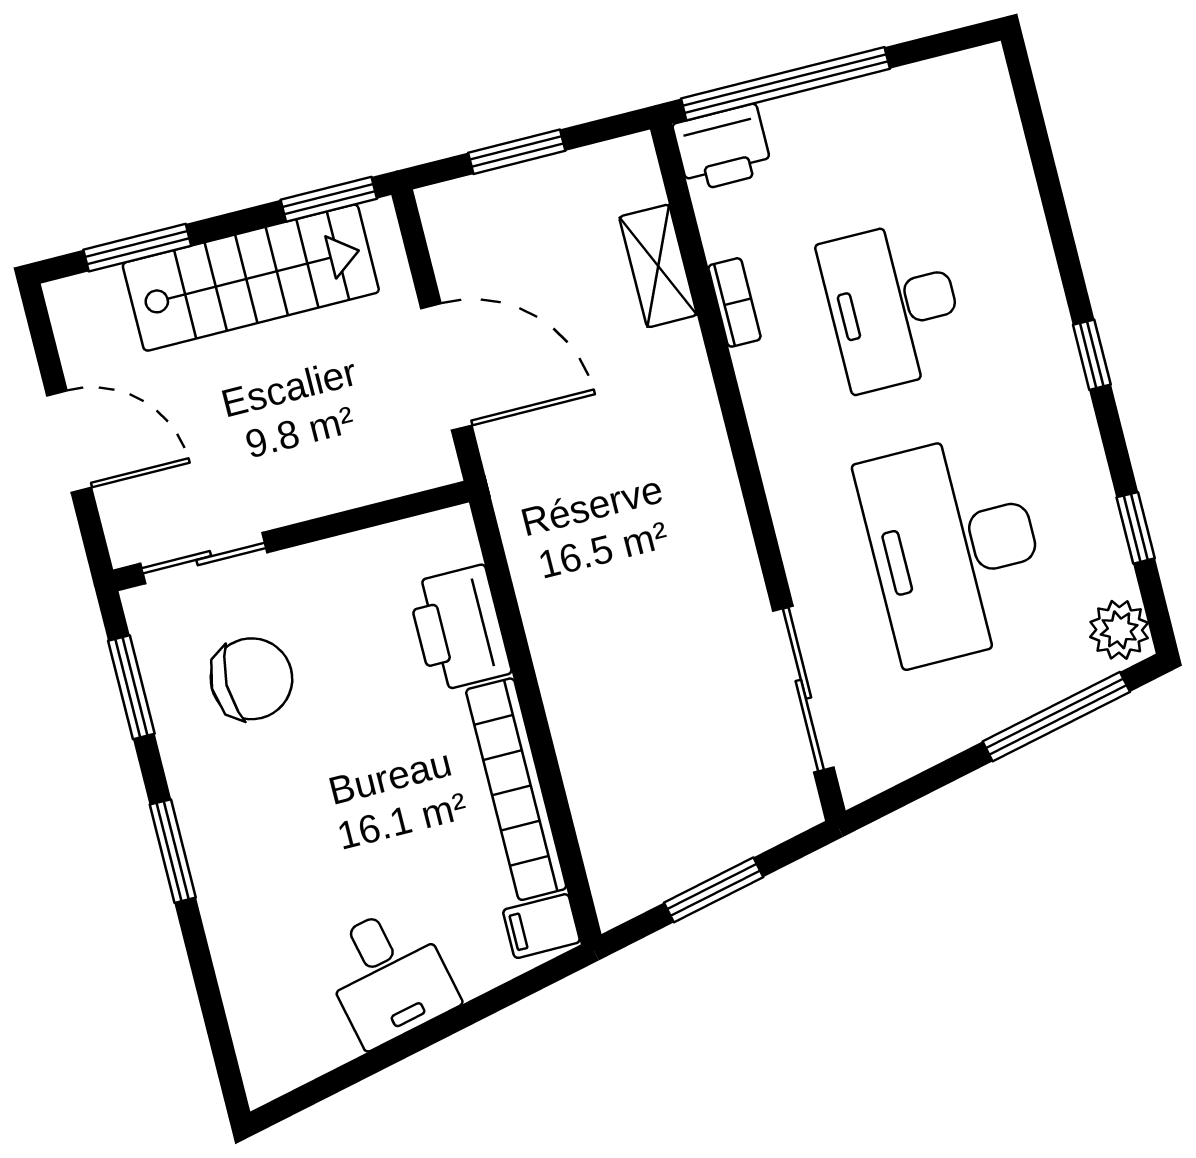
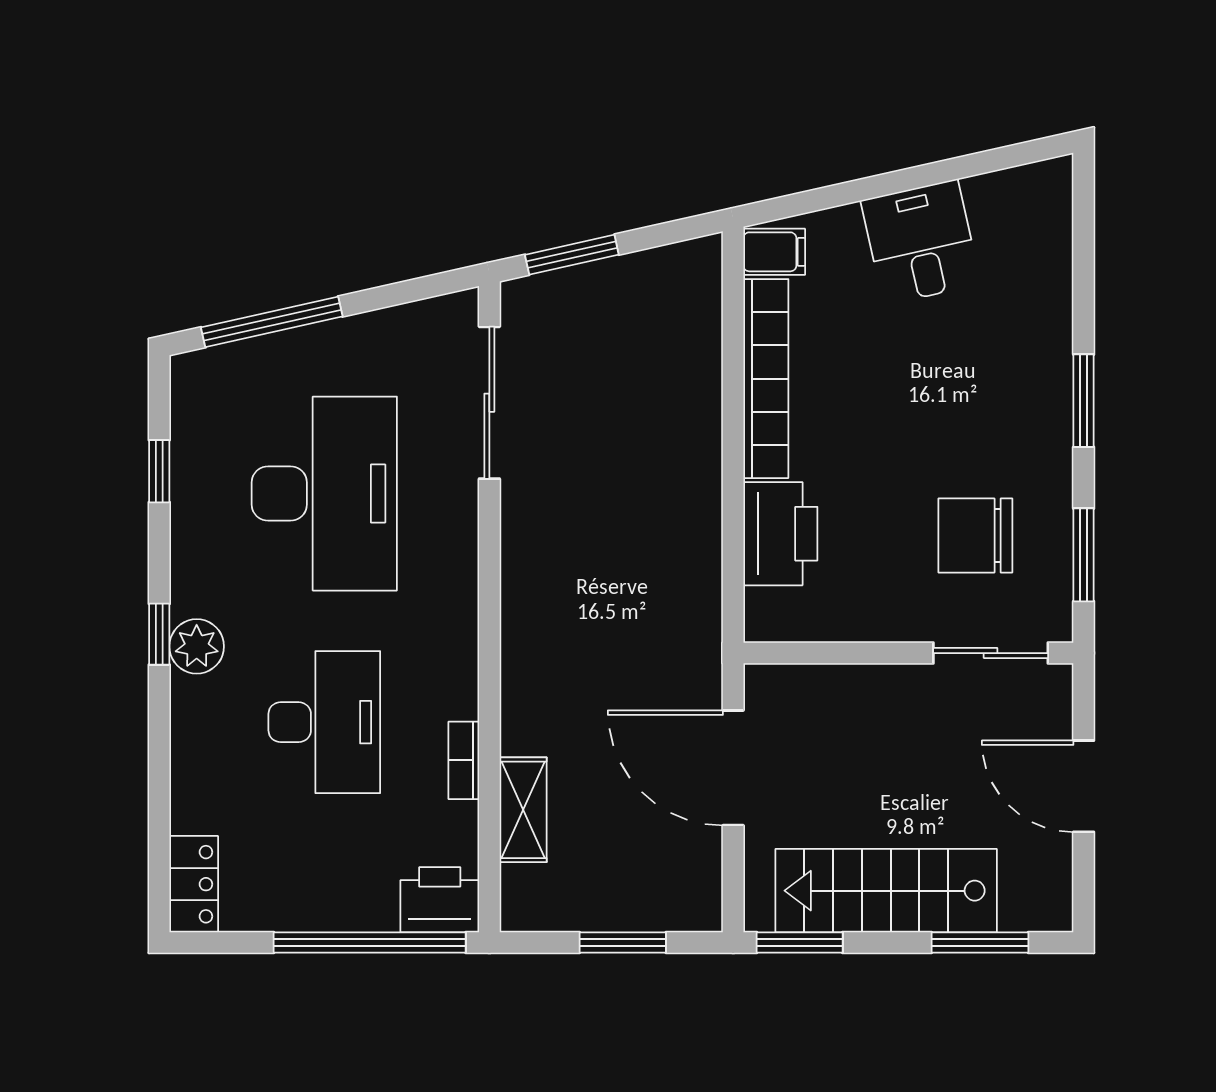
locker: (988, 98) -> (194, 884), added
plant: (1119, 630) -> (197, 646), moved
window: (714, 890) -> (572, 255), moved

